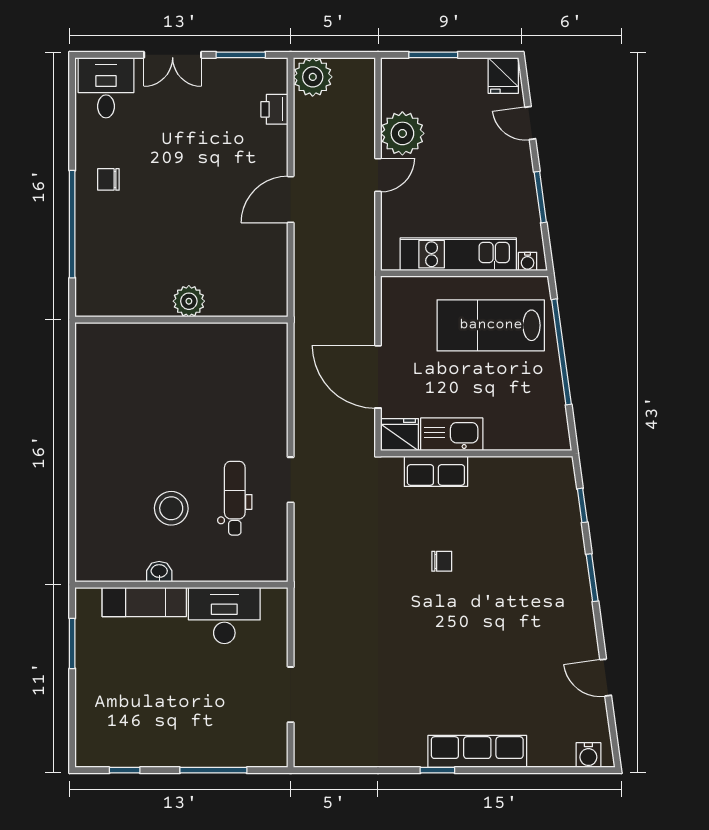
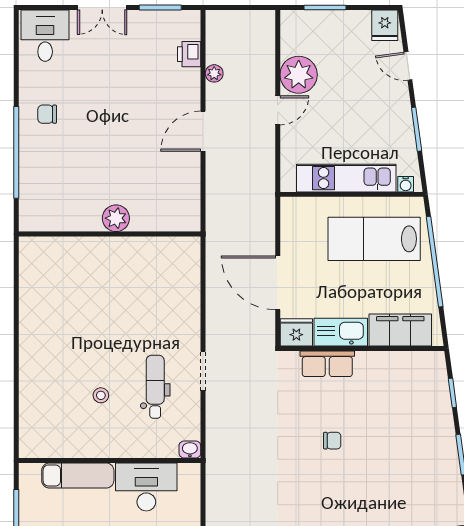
plant: (313, 77) -> (214, 73), moved, width x0.53, depth x0.53
filing cabinet: (521, 432) -> (400, 330), added
stool: (171, 508) -> (101, 395), width x0.53, depth x0.53
washbasin: (159, 572) -> (190, 450), moved

